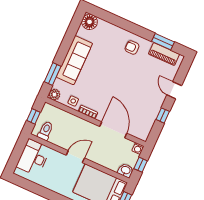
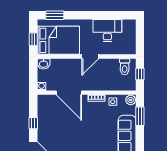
desk: (33, 157) -> (107, 31), moved, turned -90
window: (141, 165) -> (33, 74), removed

